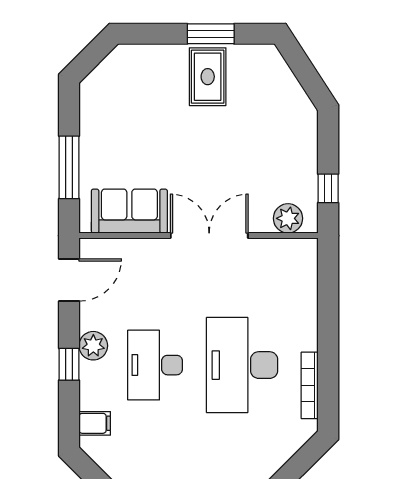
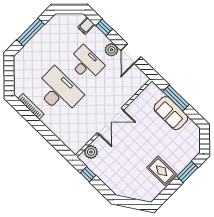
window: (211, 34) -> (187, 172), moved
sofa: (129, 211) -> (171, 113), moved, turned 90
door: (69, 280) -> (131, 54), moved
window: (69, 364) -> (104, 27), moved

